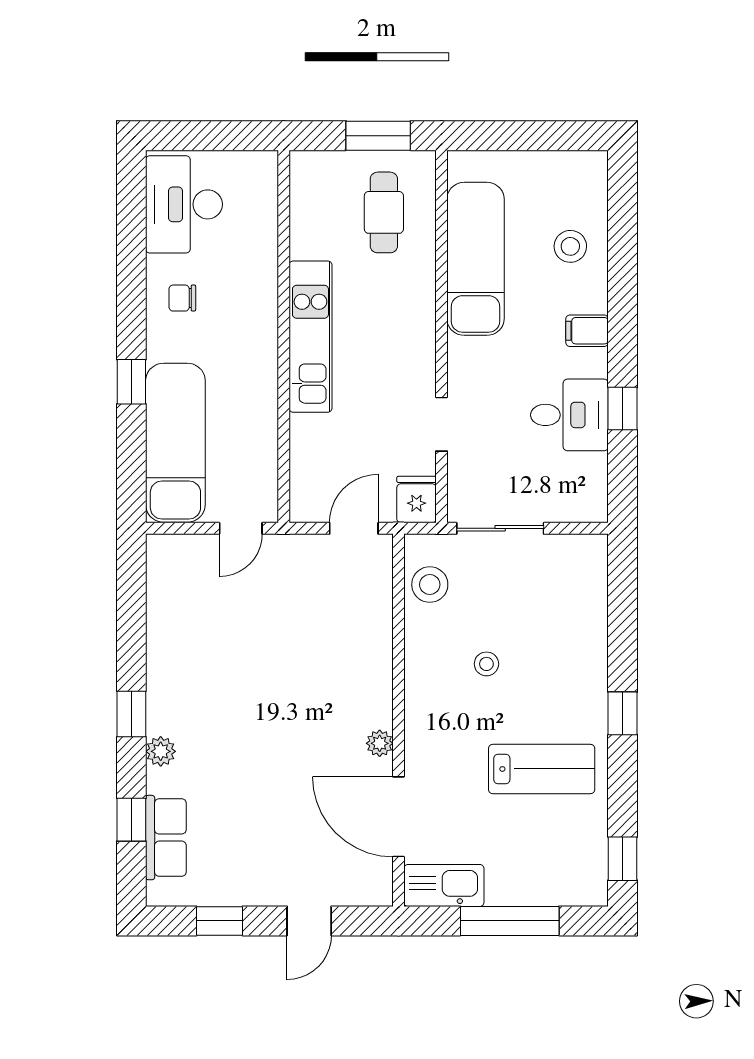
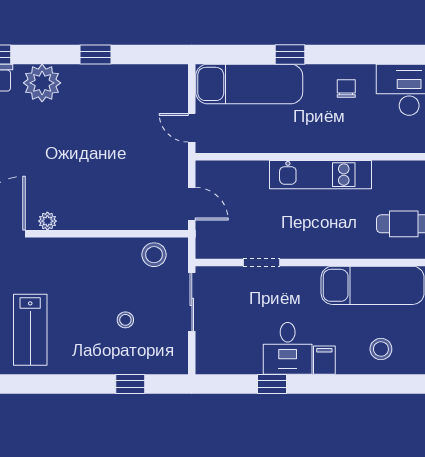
desk: (569, 415) -> (288, 348), moved
fridge: (416, 499) -> (211, 246), removed
stool: (486, 664) -> (125, 320), moved
window: (623, 713) -> (130, 384), moved
window: (131, 714) -> (96, 54), moved
plant: (161, 751) -> (42, 83), width x1.88, depth x1.88

